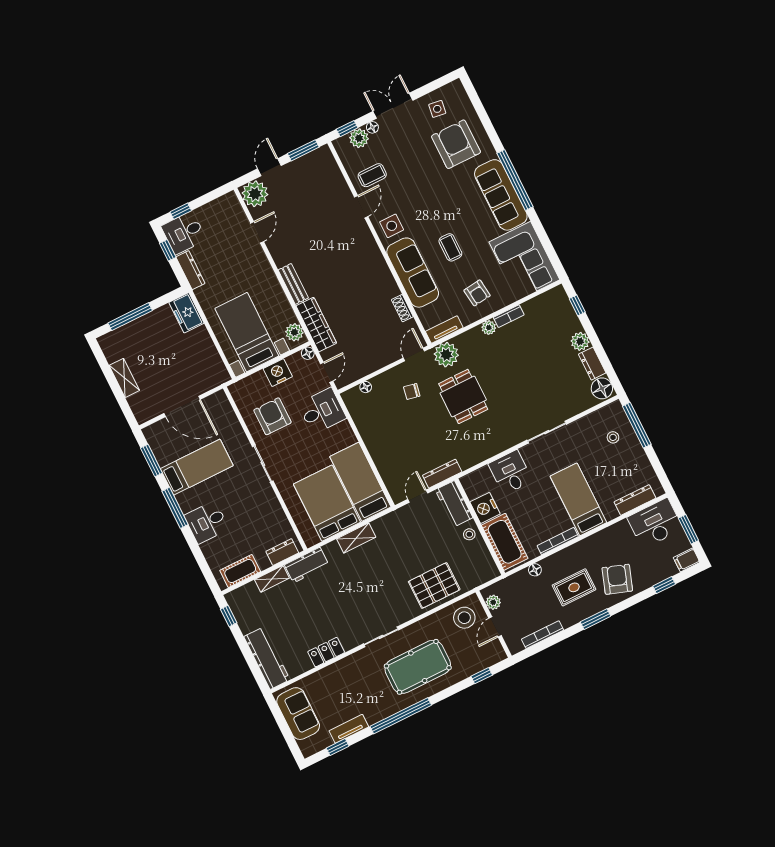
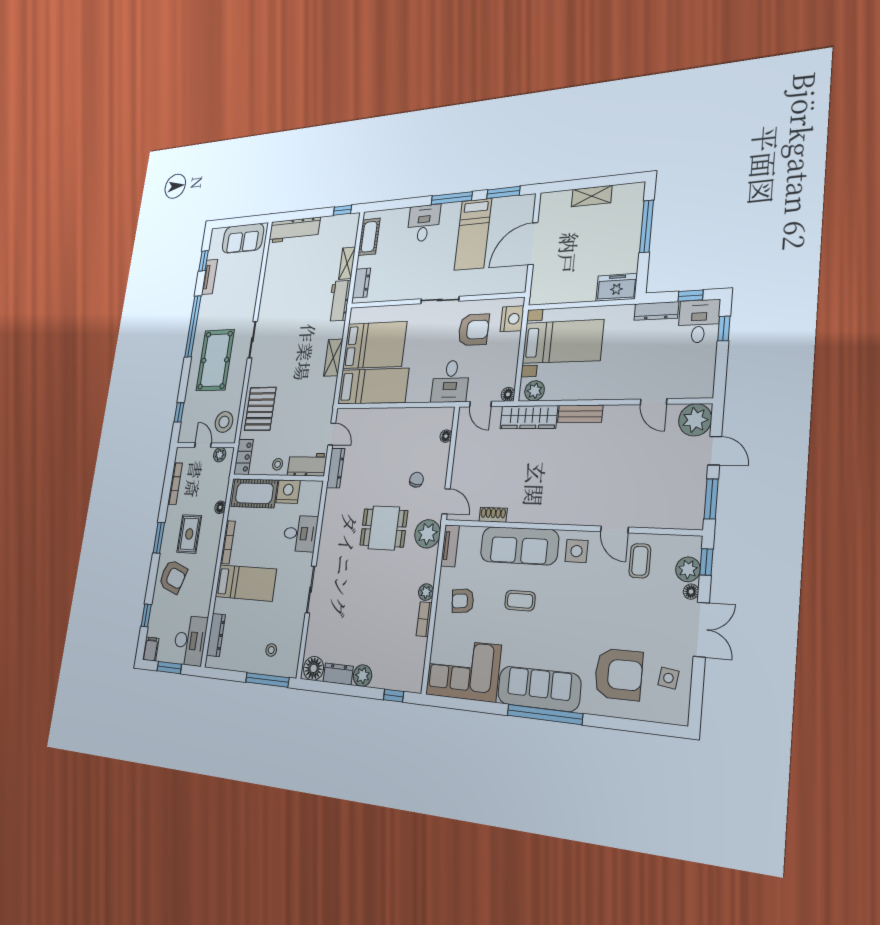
nightstand: (278, 373) -> (512, 319), moved
locker: (326, 652) -> (244, 457), moved

